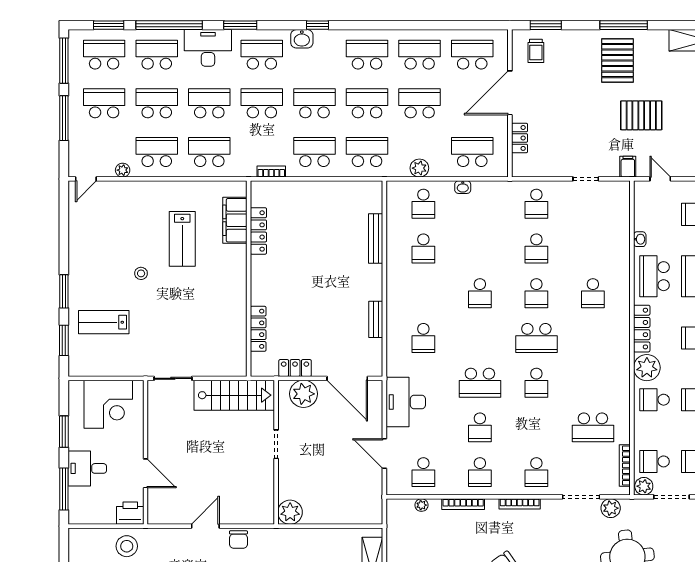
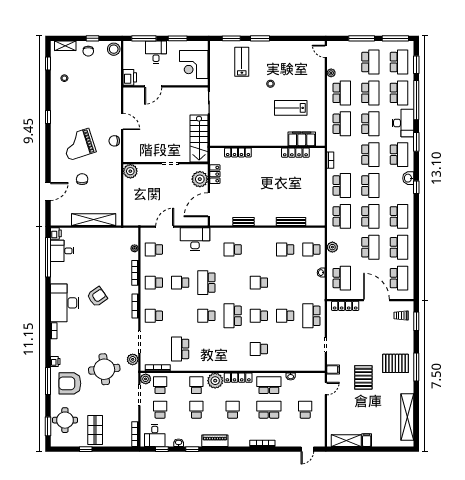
locker: (519, 138) -> (345, 306), width x1.53
school desk: (536, 204) -> (311, 316), width x1.85
stool: (127, 546) -> (114, 49), moved

